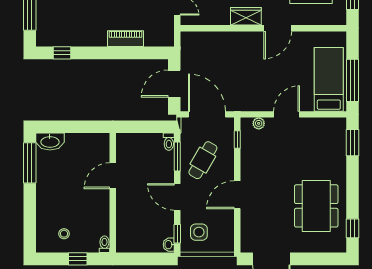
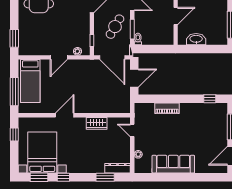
wardrobe: (246, 16) -> (97, 123), moved
window: (353, 80) -> (14, 92), moved
washbasin: (50, 141) -> (196, 39), moved

